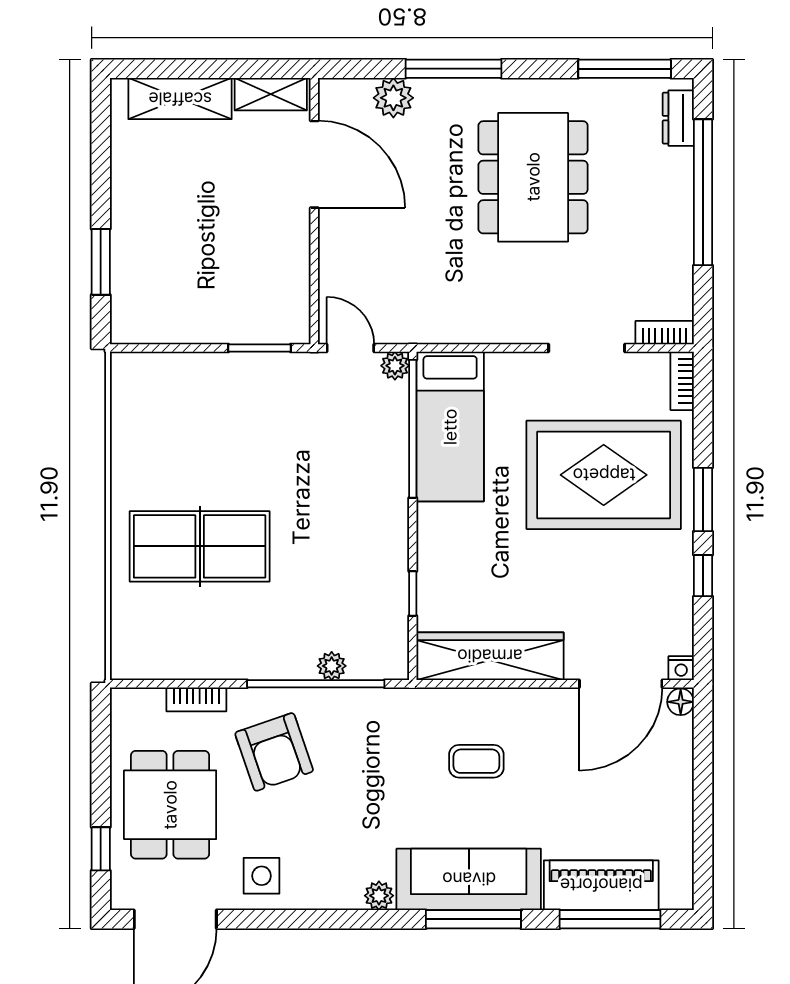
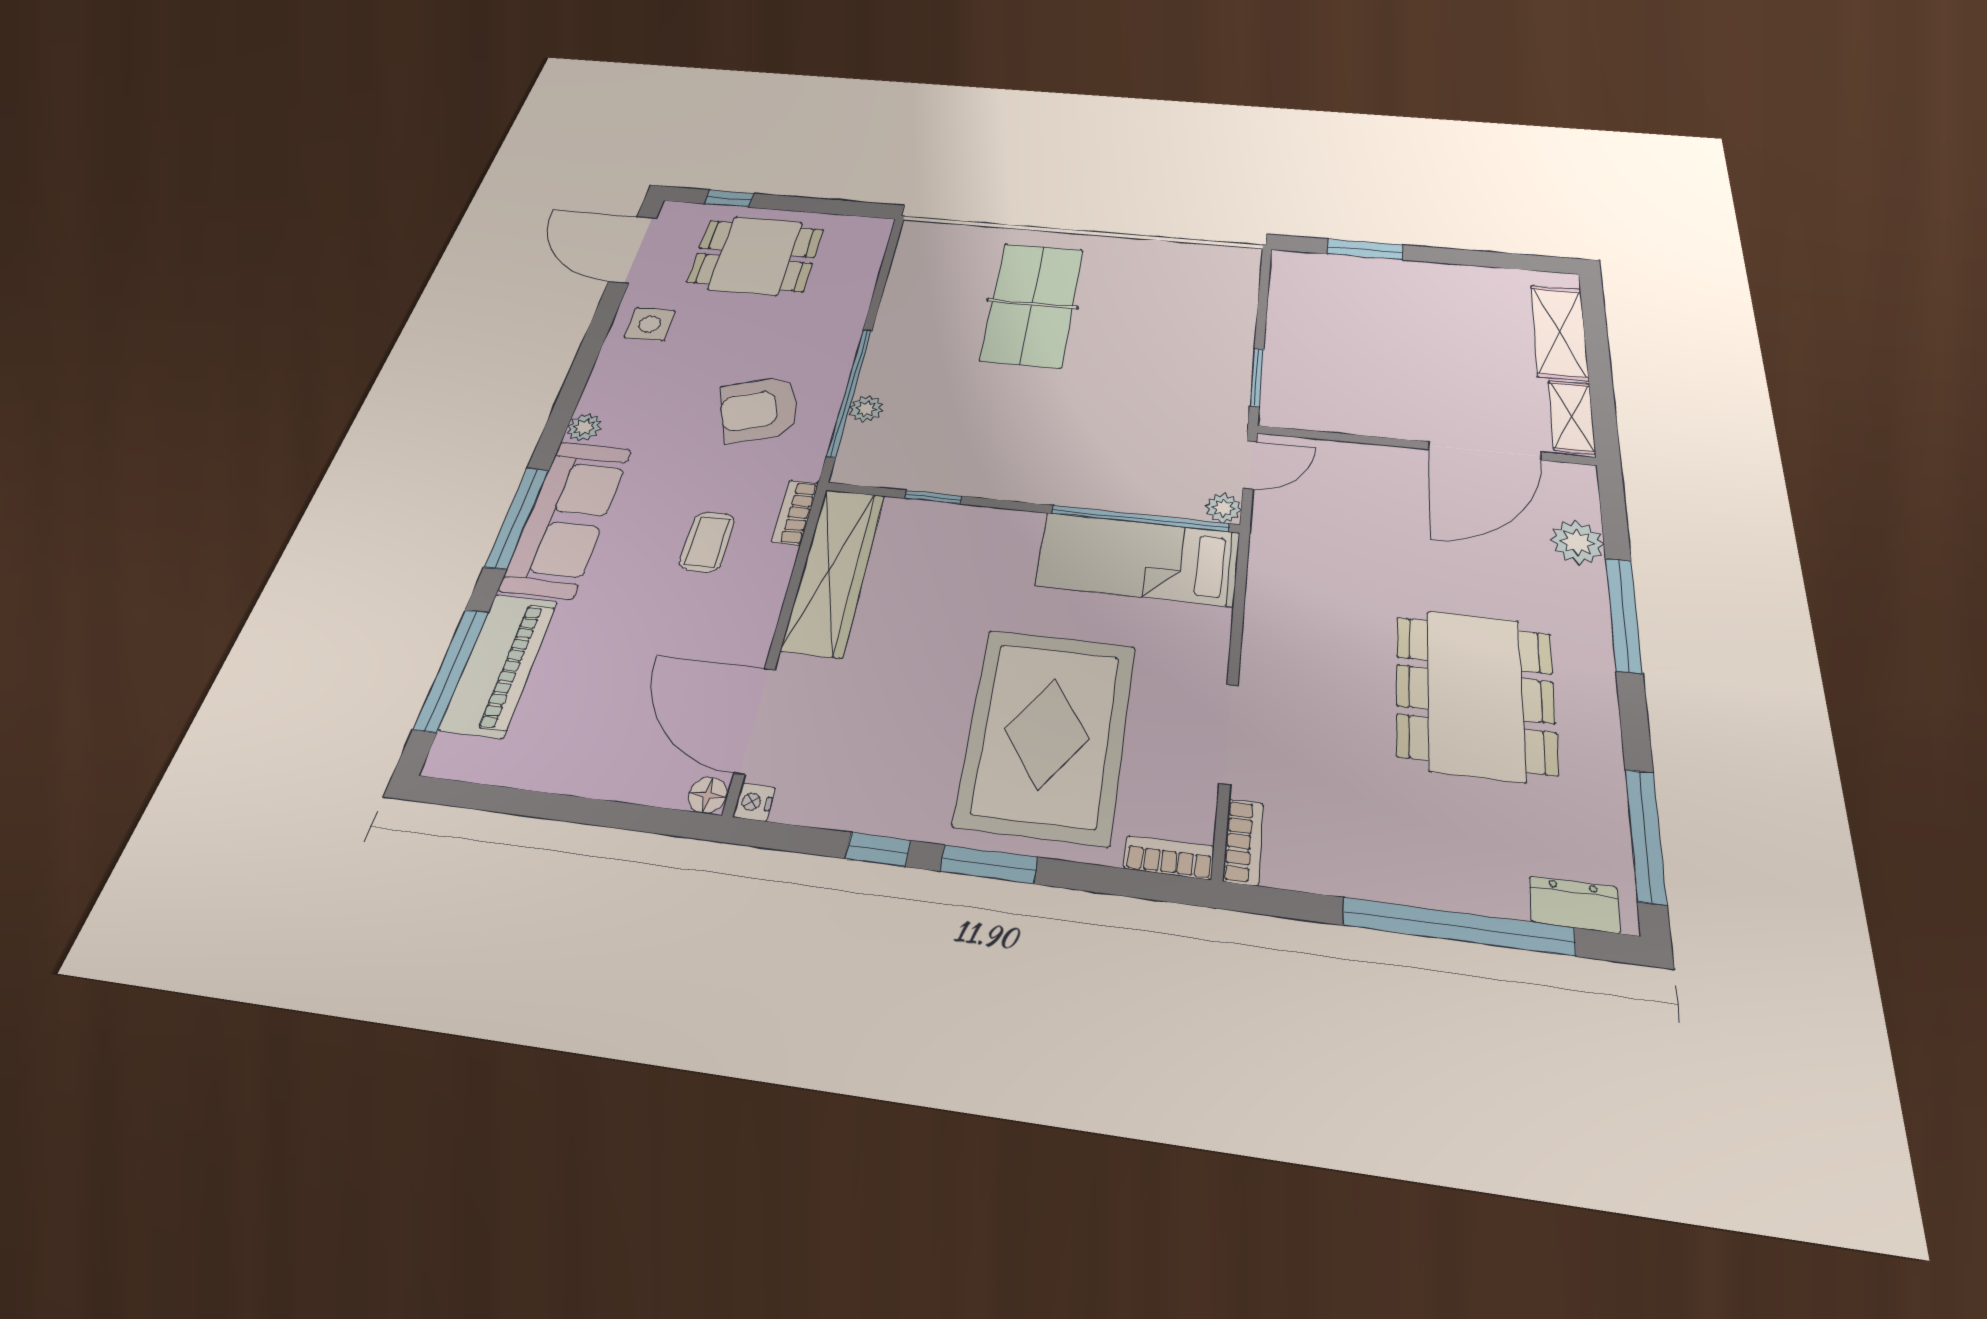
dining table: (533, 177) -> (1475, 694), turned 90
bookcase: (196, 699) -> (795, 512), moved
armchair: (274, 752) -> (760, 409), moved

